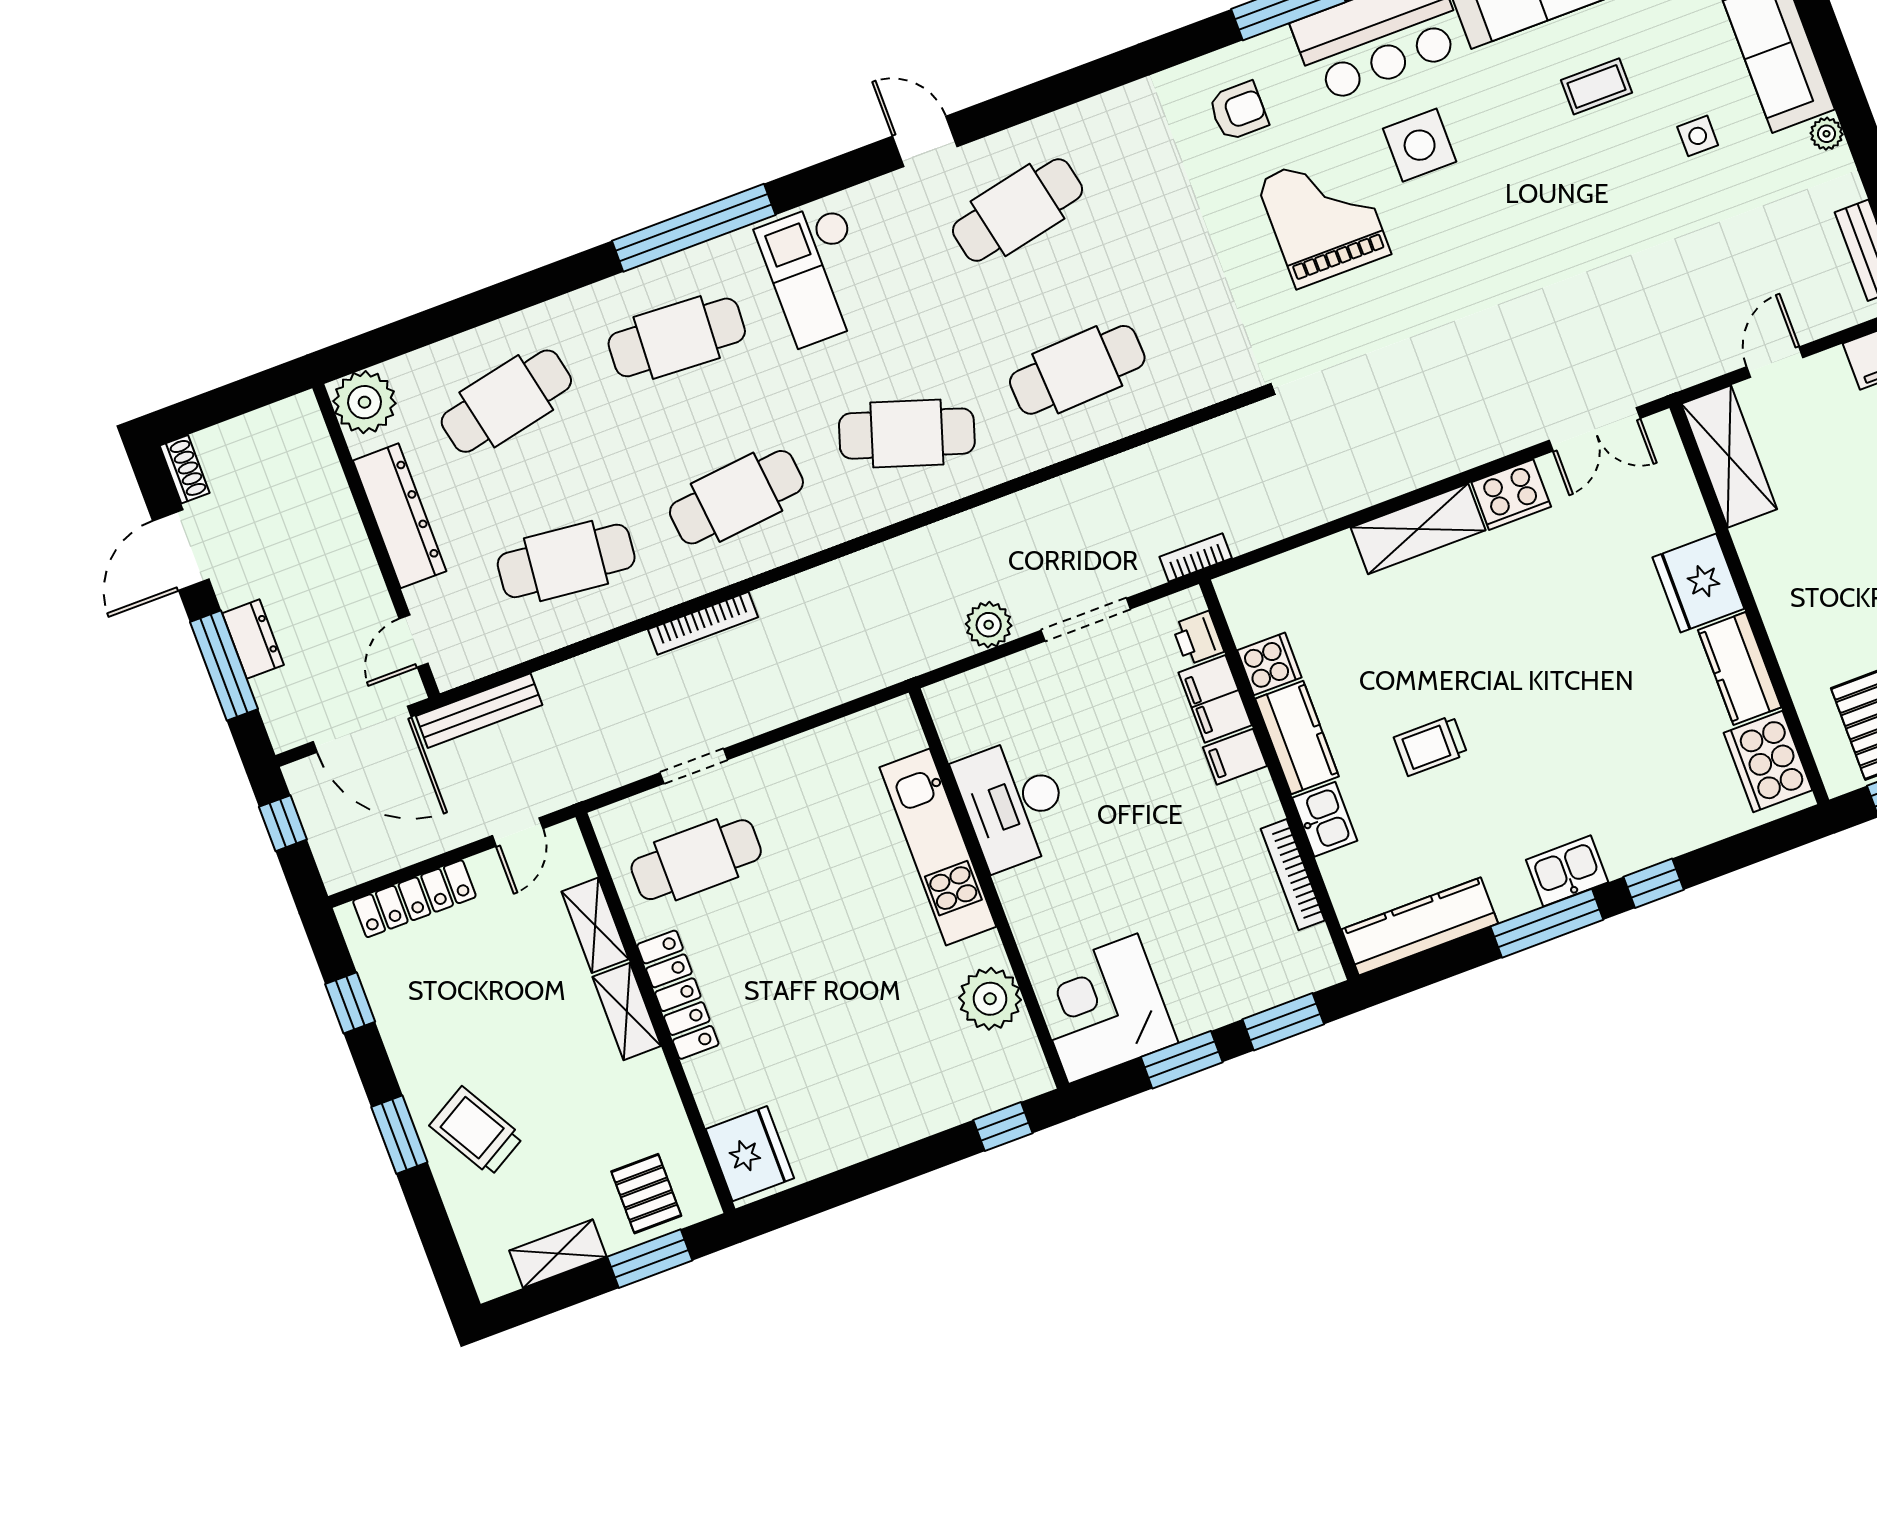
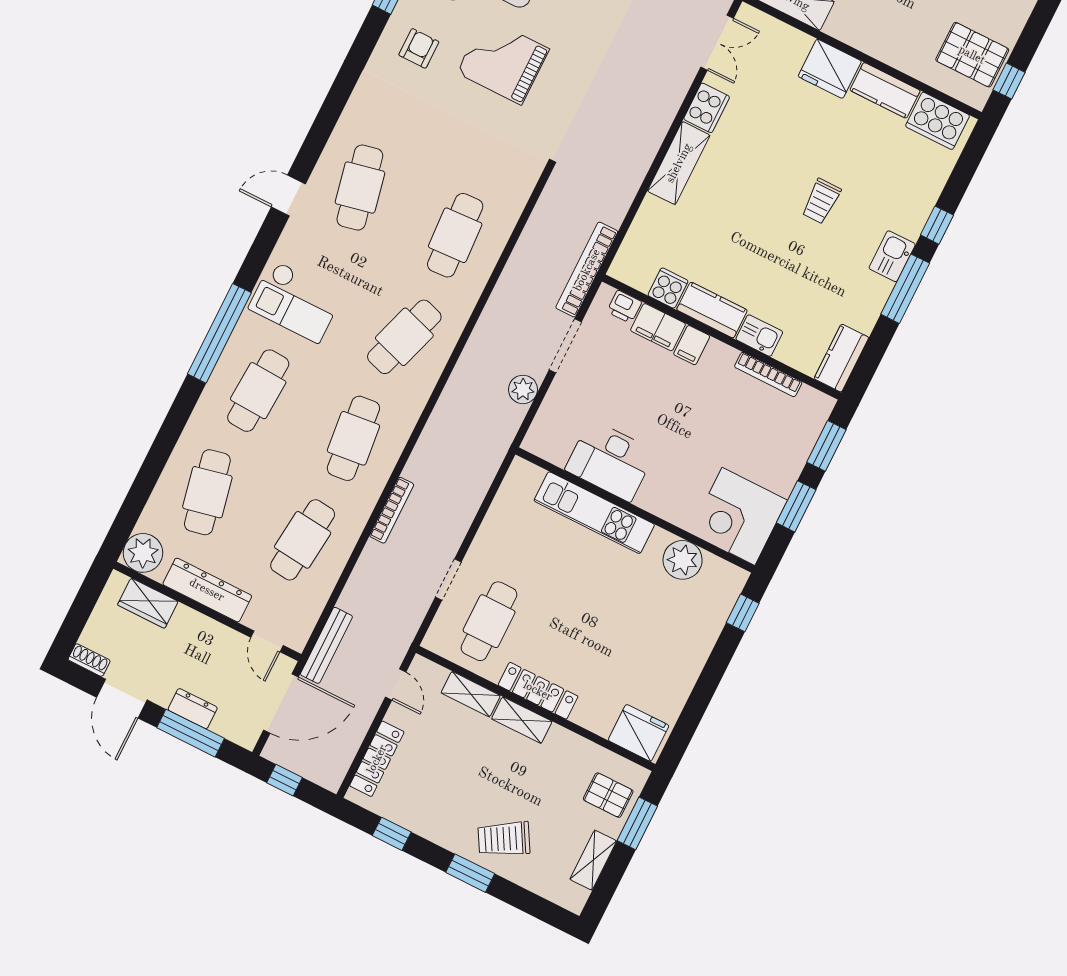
wardrobe: (315, 466) -> (148, 603), added
bookcase: (1196, 558) -> (587, 270), width x2.31, depth x1.31
trolley: (1431, 746) -> (821, 201), moved
kitchen counter: (1420, 926) -> (841, 358), width x0.67

